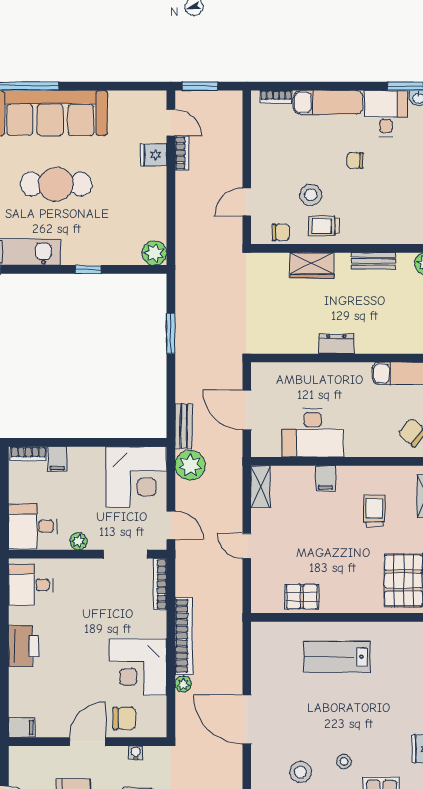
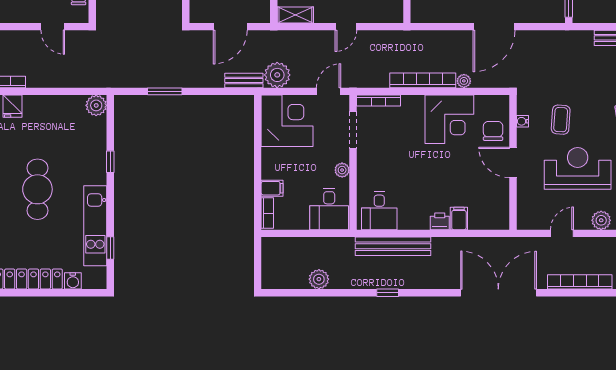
printer: (23, 646) -> (440, 221), width x0.53, depth x0.68
filing cabinet: (22, 727) -> (459, 218), moved

